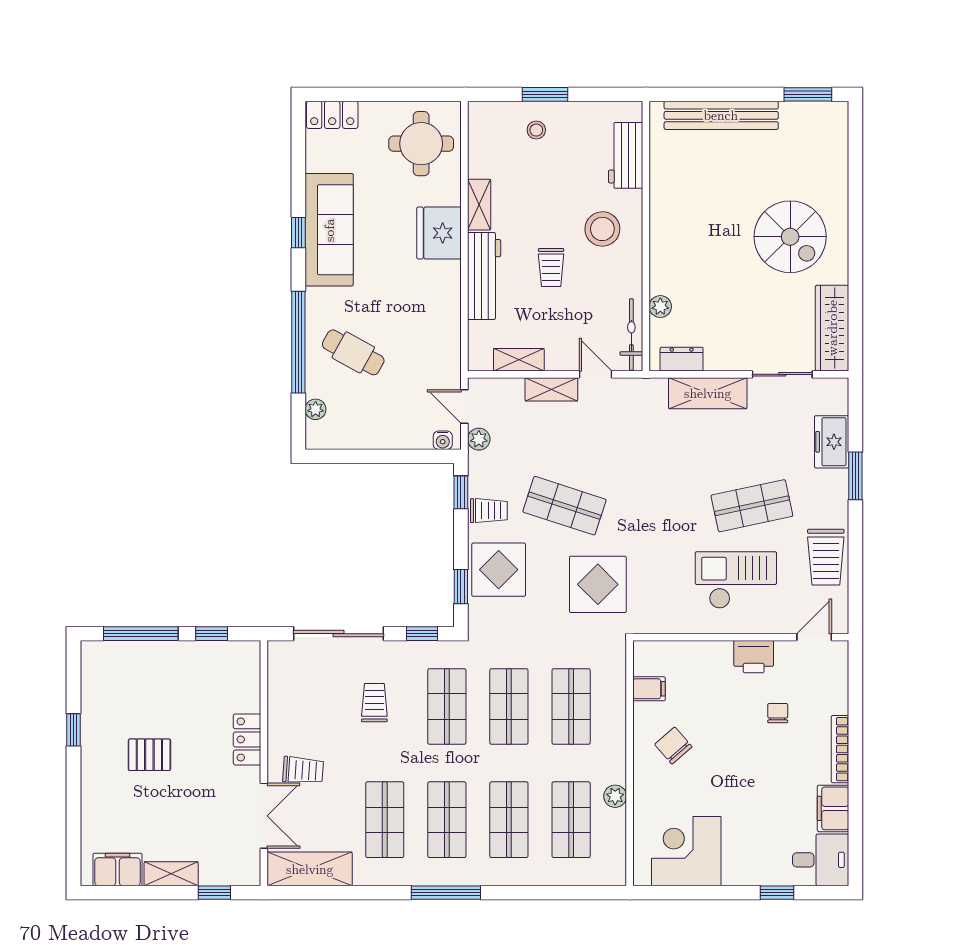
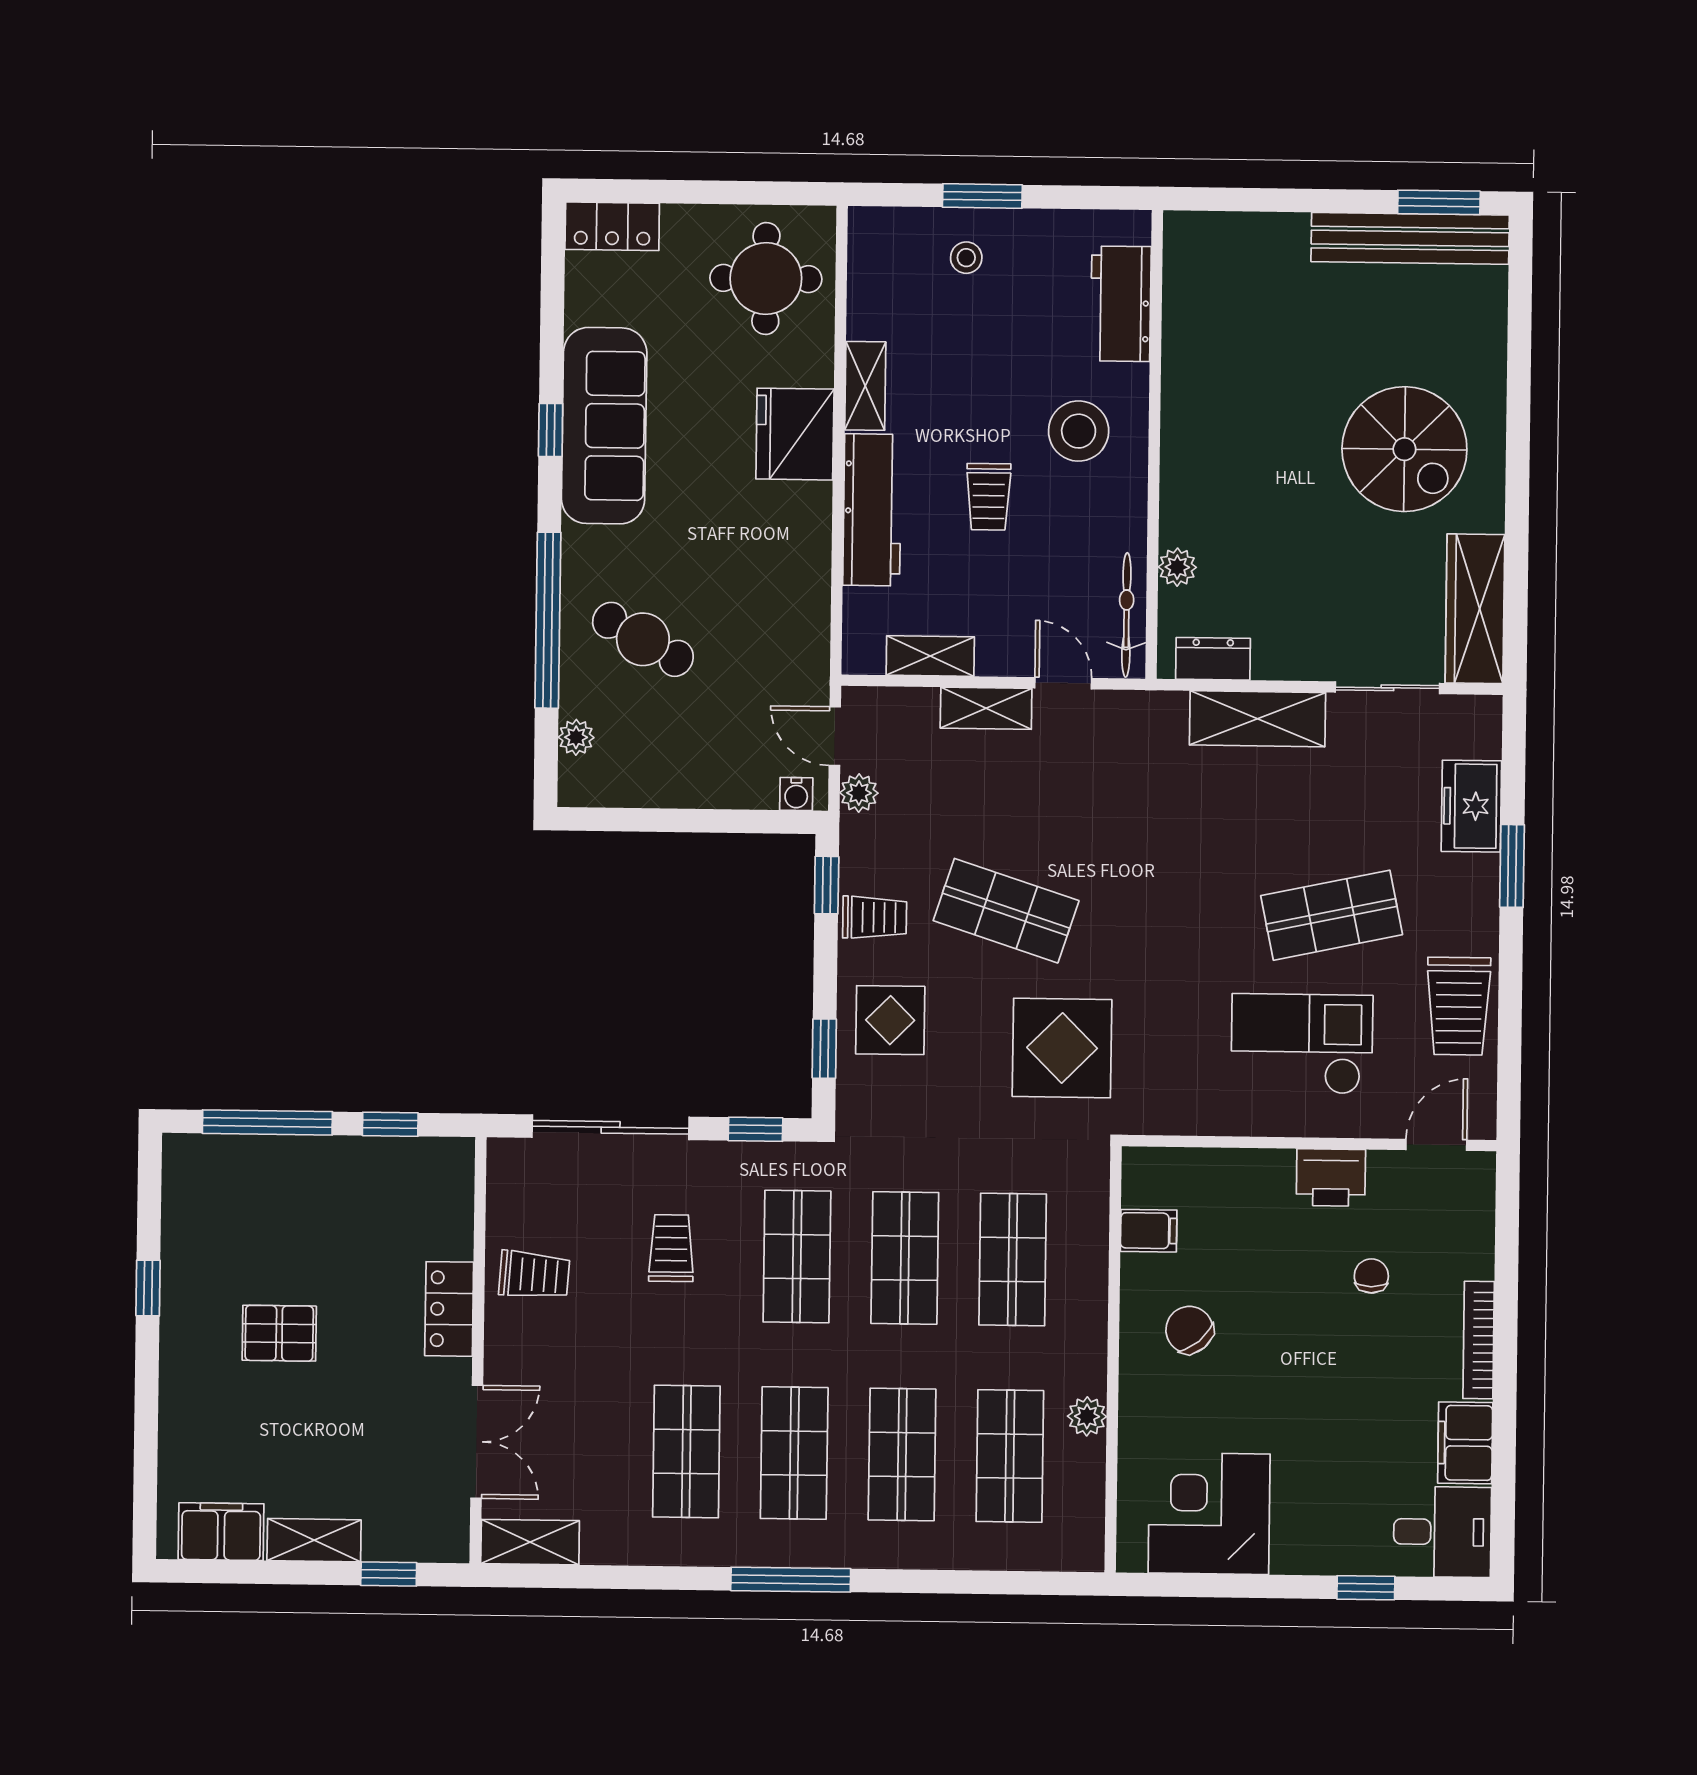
bench: (721, 115) -> (1410, 238), moved
display table: (499, 570) -> (890, 1020), width x0.73, depth x0.73
trolley: (303, 770) -> (534, 1275), moved
shelving: (310, 869) -> (530, 1542), width x0.67, depth x0.75

